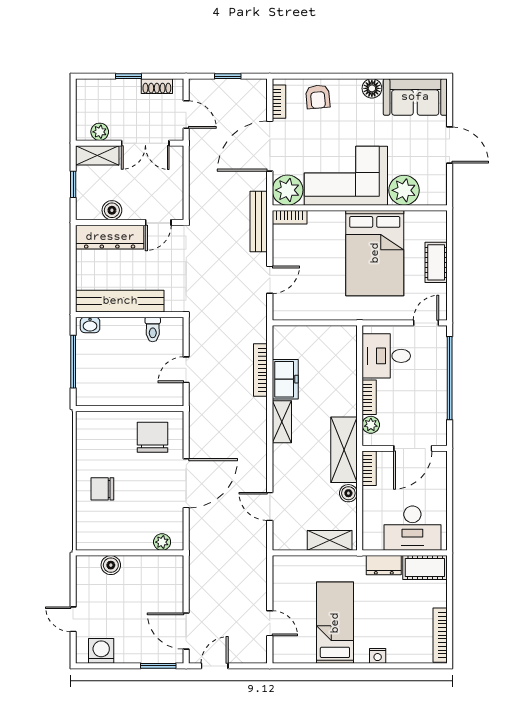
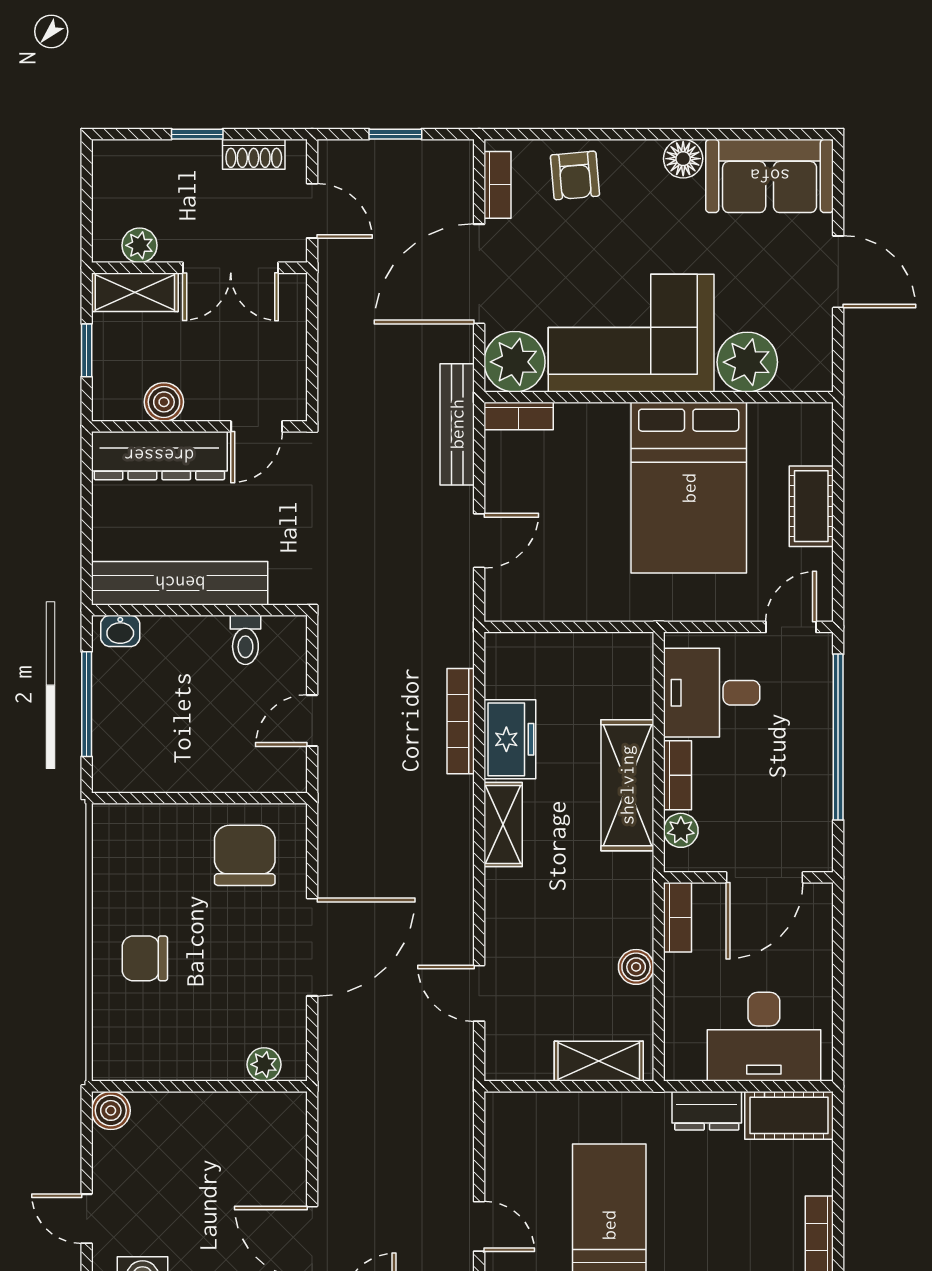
shelving: (344, 450) -> (627, 785), moved
boiler: (111, 565) -> (111, 1110), moved

